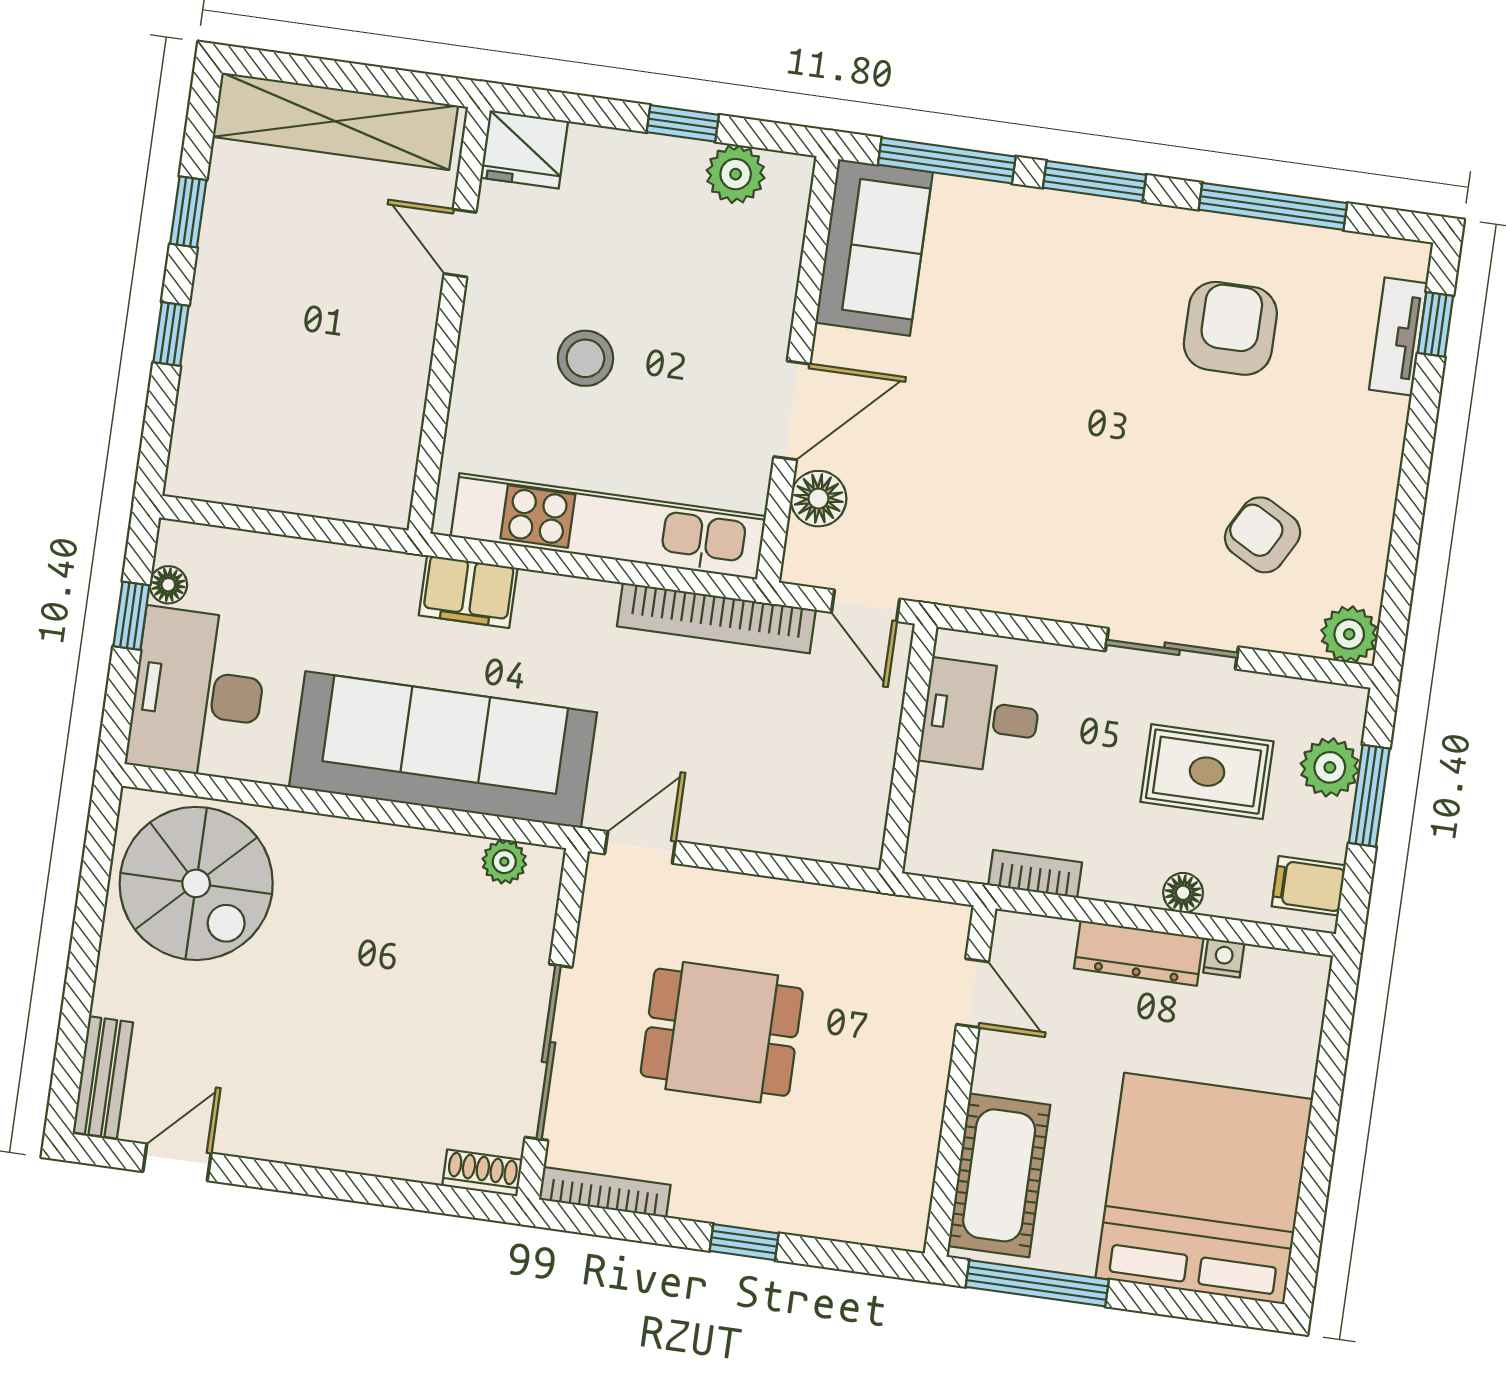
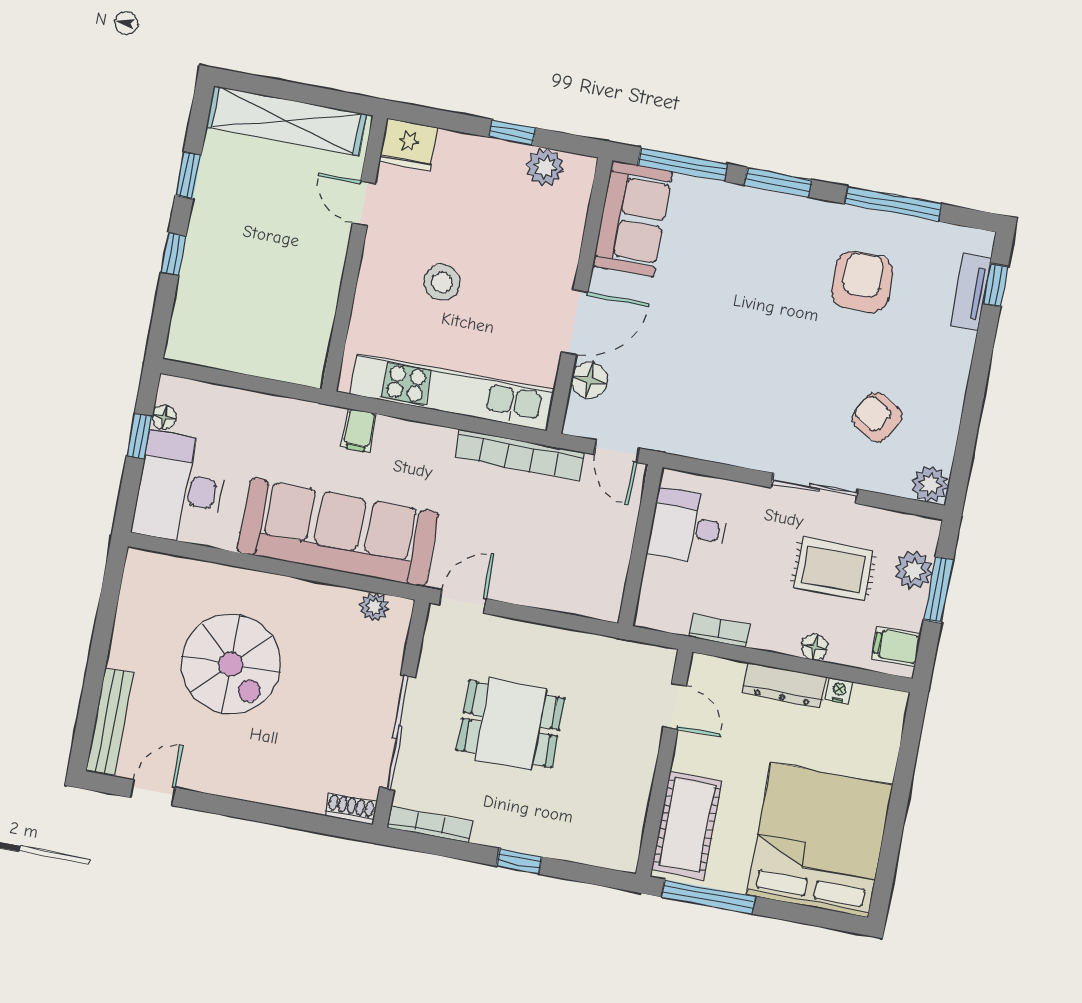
filing cabinet: (468, 592) -> (359, 430), width x0.50
spiral stairs: (196, 883) -> (231, 664), moved
bench: (103, 1077) -> (110, 722), width x1.36

